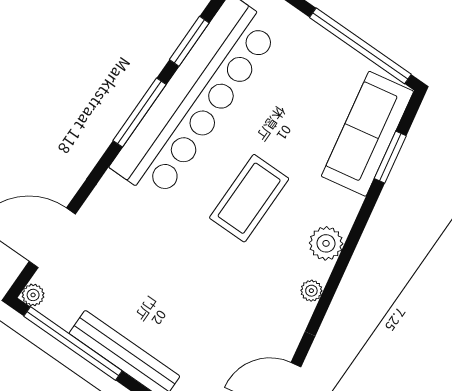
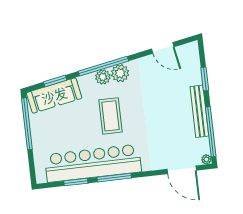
coffee table: (249, 198) -> (110, 116), turned 90
window: (343, 260) -> (103, 66), added
plant: (311, 291) -> (120, 73), width x1.88, depth x1.88

